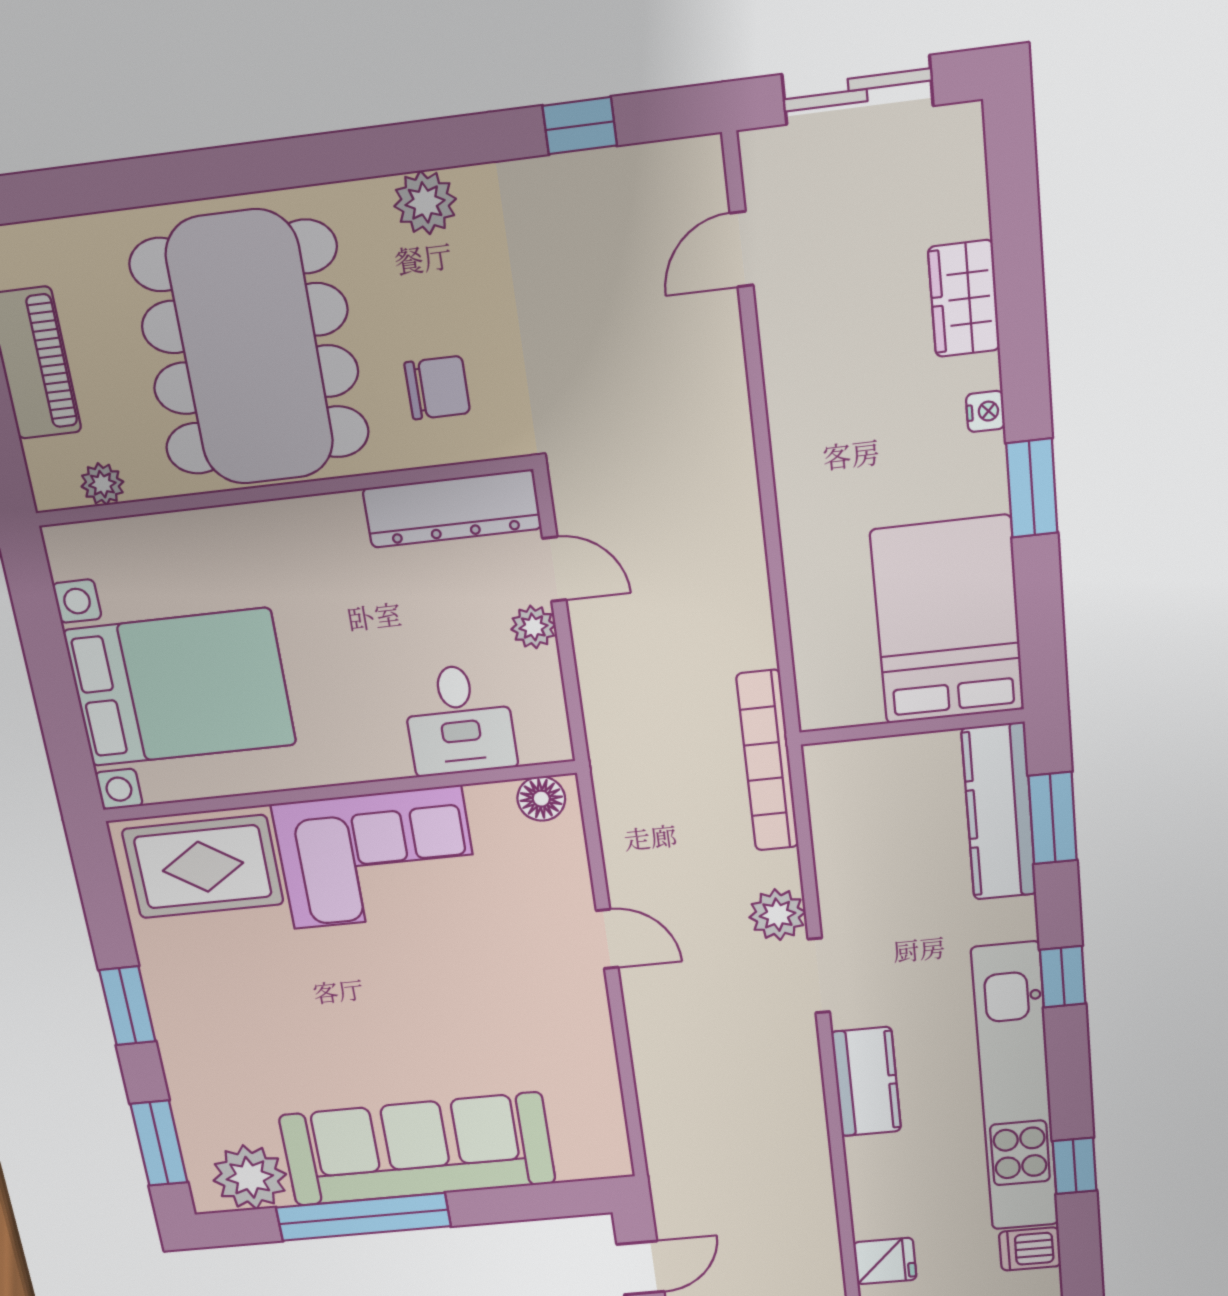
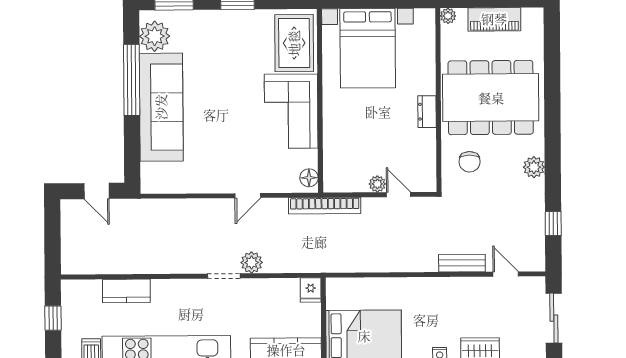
bench: (723, 377) -> (462, 263), added
plant: (102, 484) -> (448, 16), moved
dresser: (452, 509) -> (427, 112), moved, width x0.51, depth x0.80
door: (554, 569) -> (399, 195), swing flipped
desk: (459, 720) -> (344, 151), removed
bookcase: (768, 761) -> (325, 206), moved, turned 180
kitchen counter: (866, 1082) -> (126, 291), moved
fridge: (885, 1261) -> (311, 290), moved

